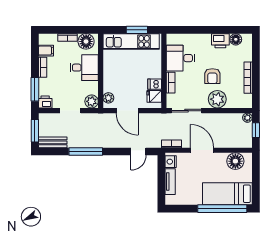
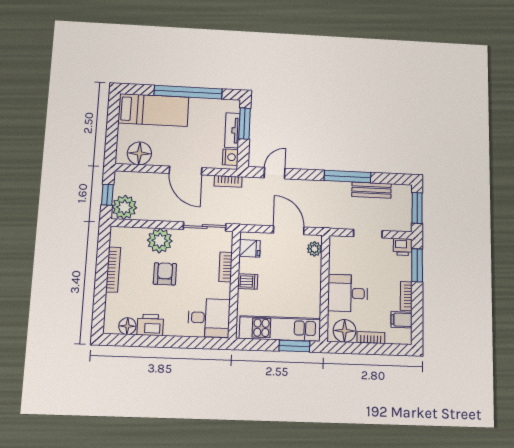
window: (137, 30) -> (294, 346), moved
desk: (181, 58) -> (209, 318), moved
dishwasher: (155, 84) -> (248, 282), moved
plant: (92, 101) -> (338, 245), removed
plant: (247, 118) -> (124, 207), width x1.88, depth x1.88
bench: (53, 142) -> (372, 190), moved
window: (161, 187) -> (245, 124), added
window: (222, 209) -> (188, 92), moved

